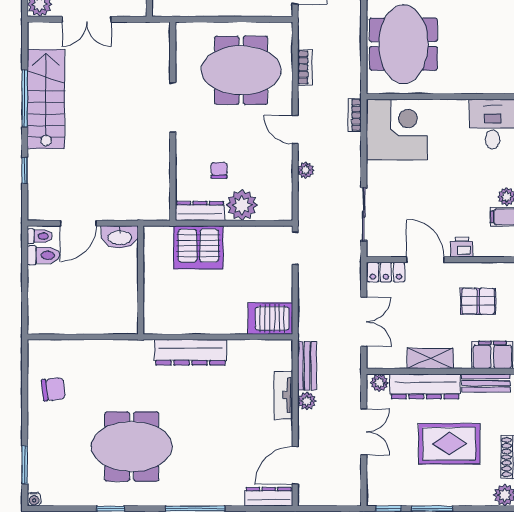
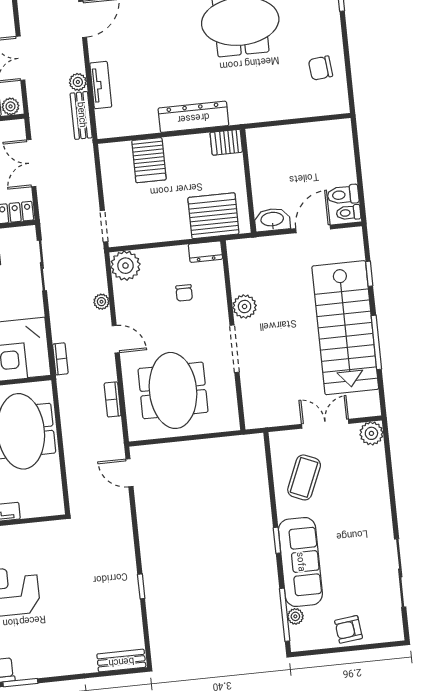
meeting table: (241, 70) -> (173, 390), turned 90
stairs: (46, 99) -> (345, 328), width x1.36, depth x1.51
plant: (158, 150) -> (245, 306), added
plant: (242, 205) -> (125, 266), moved
dresser: (200, 211) -> (205, 252), width x0.70
server rack: (198, 247) -> (213, 216), moved
server rack: (270, 318) -> (149, 160), moved, turned 90
server rack: (159, 322) -> (226, 142), added

